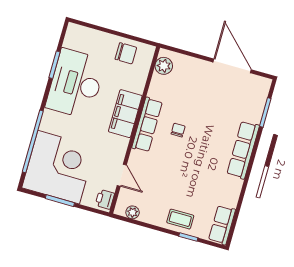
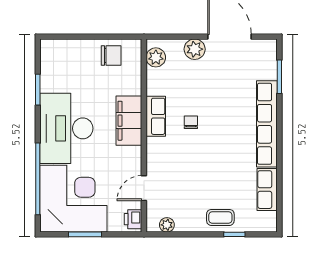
plant: (199, 68) -> (195, 49), added
desk: (76, 84) -> (66, 128), moved
row of seats: (147, 125) -> (156, 116), width x0.68
row of seats: (243, 150) -> (267, 124), width x1.36
door: (122, 175) -> (144, 188), swing flipped
row of seats: (222, 225) -> (267, 190), moved

